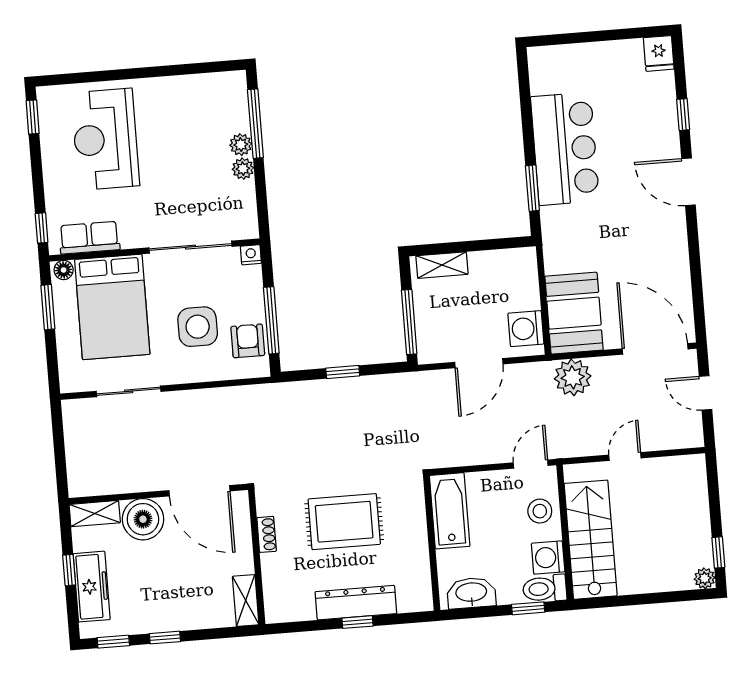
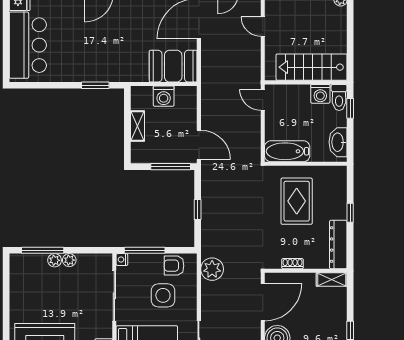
bar counter: (565, 149) -> (28, 45), moved, turned 90
shelving: (442, 265) -> (138, 126), moved
window: (271, 320) -> (145, 250), moved
washing machine: (526, 329) -> (164, 96), moved
door: (479, 363) -> (199, 145), moved
plant: (573, 377) -> (212, 269), moved
door: (625, 457) -> (263, 27), moved
stool: (540, 511) -> (292, 97), removed
rug: (344, 522) -> (297, 201), moved
dresser: (356, 603) -> (338, 245), moved

